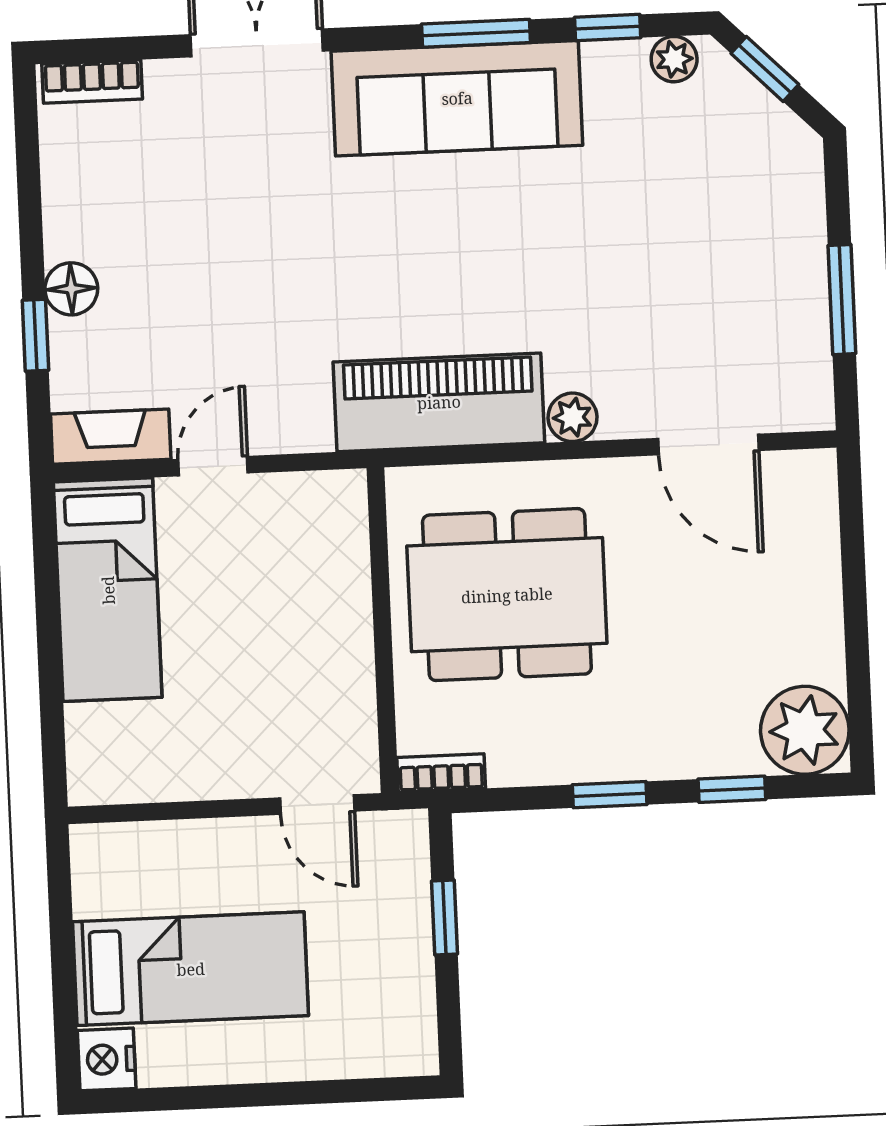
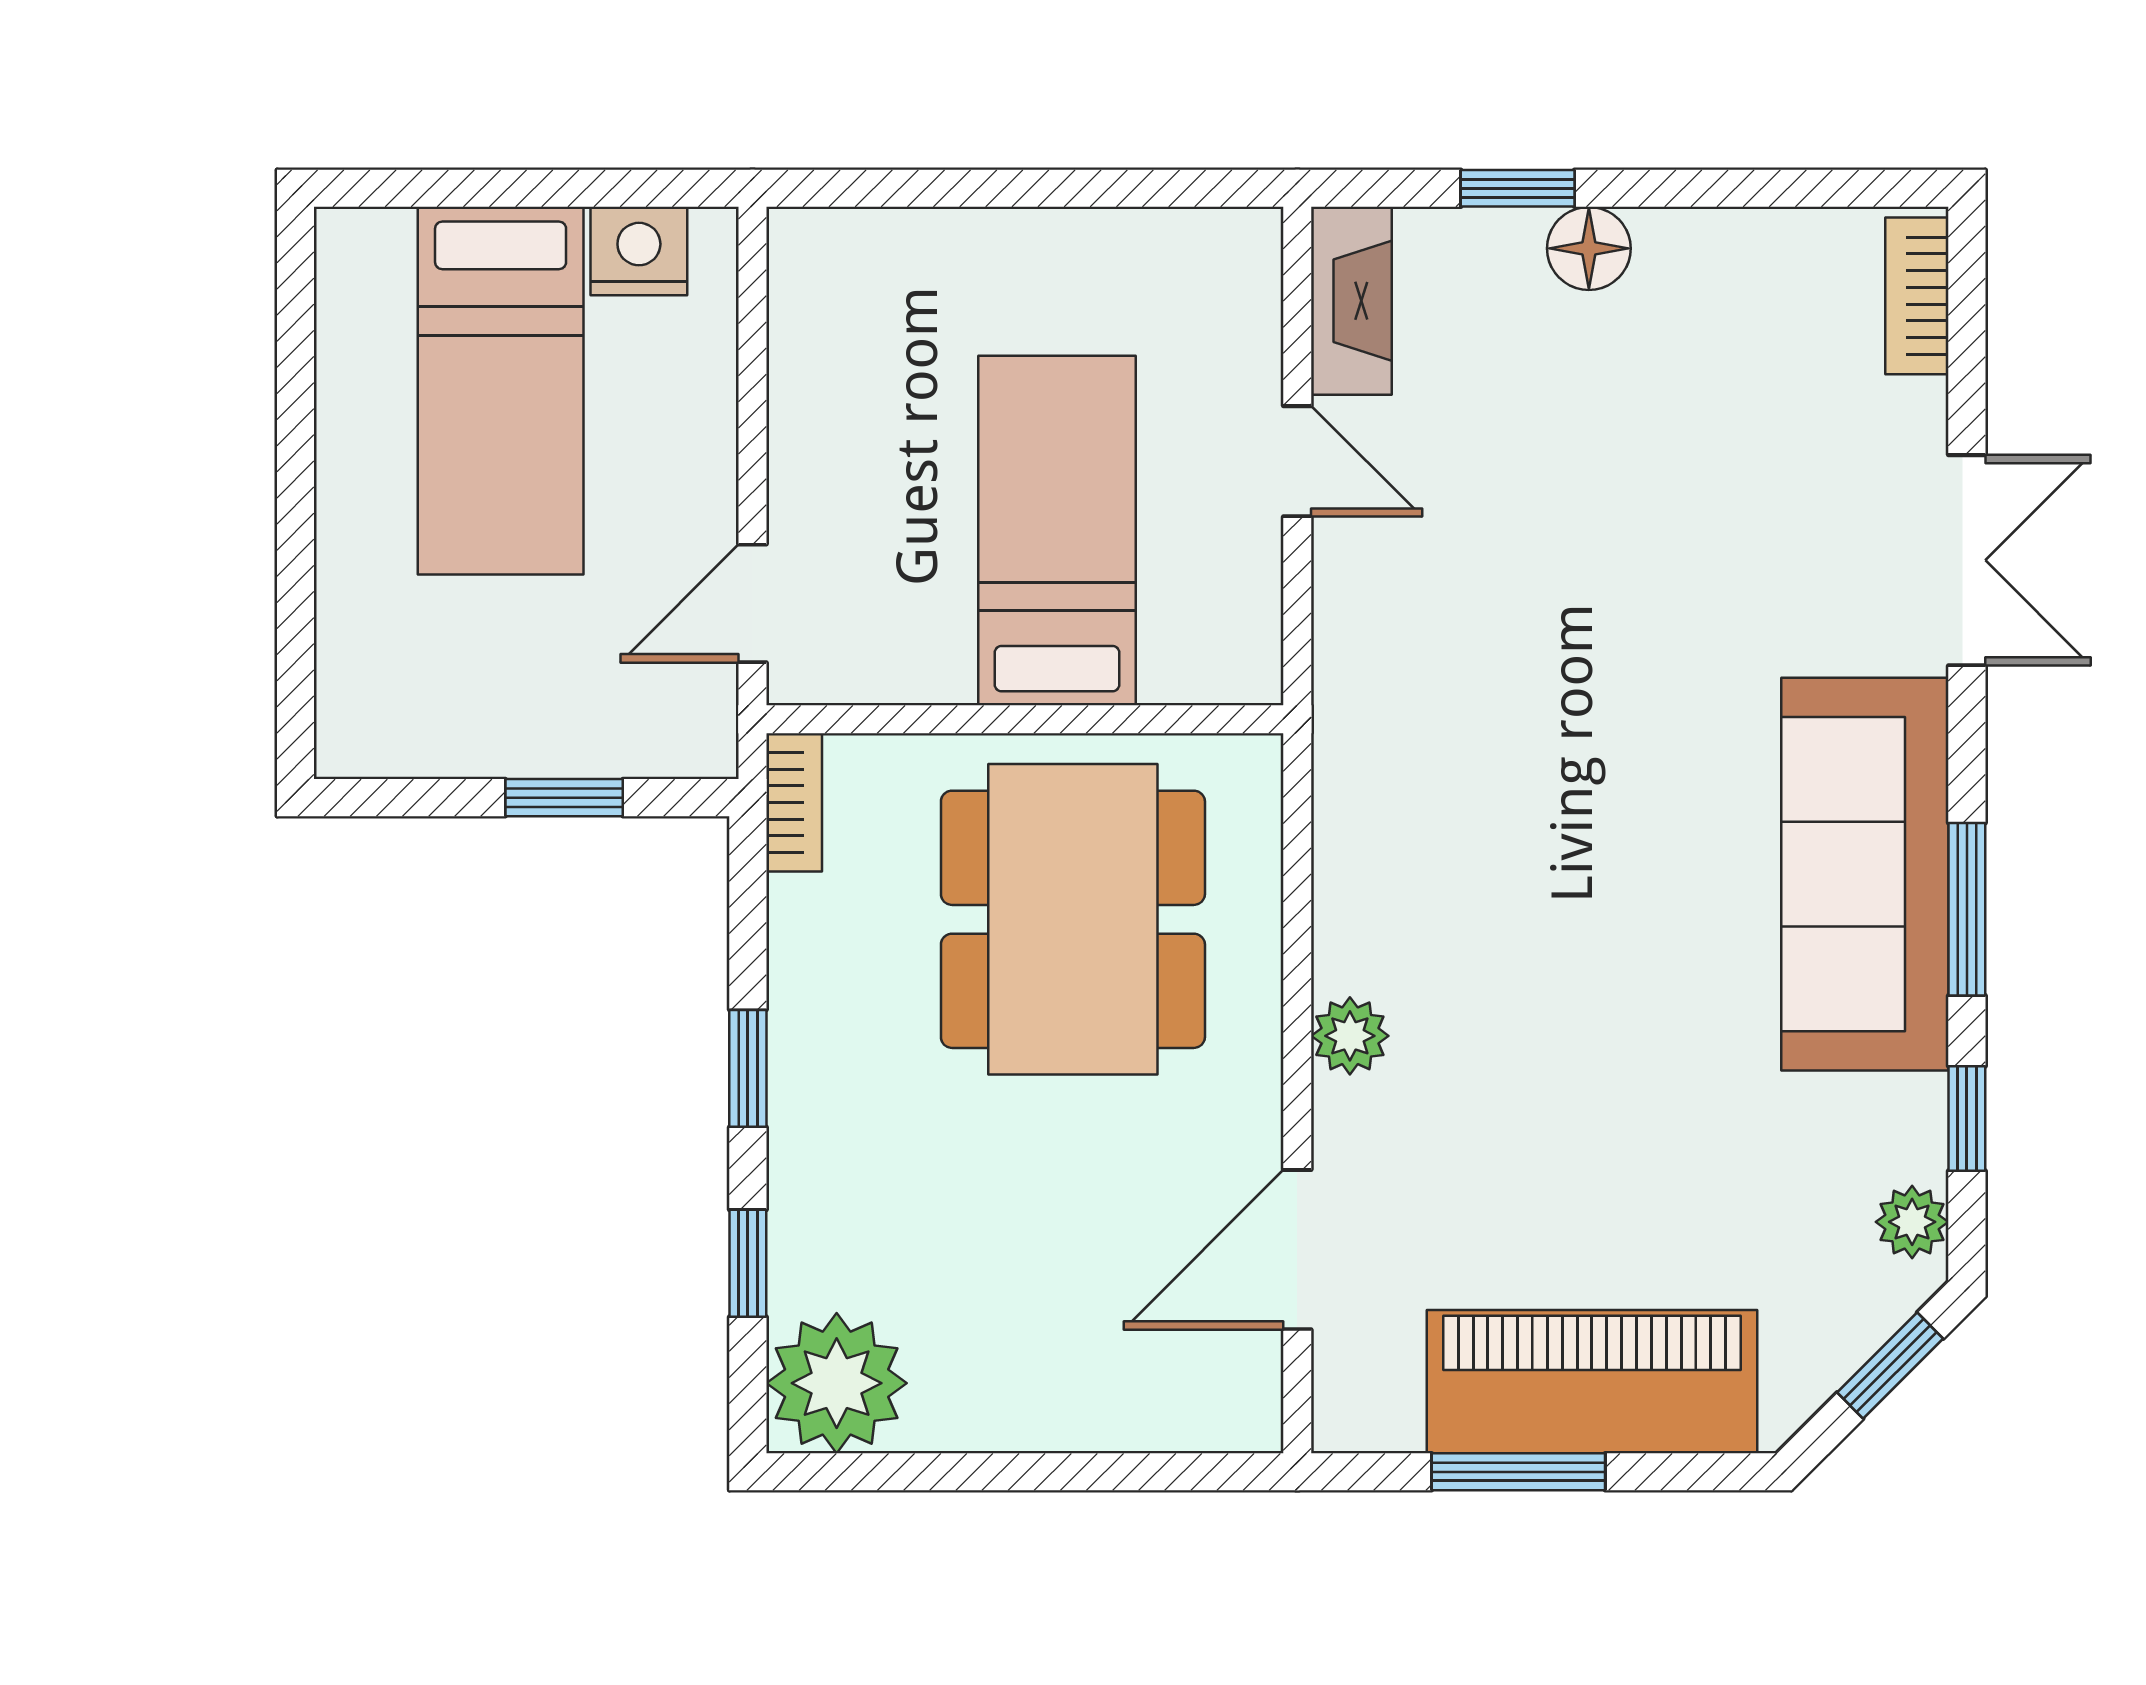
piano: (439, 402) -> (1592, 1382), moved, turned -90
bed: (108, 590) -> (1057, 530), moved, turned 90
nightstand: (107, 1059) -> (639, 251), moved

